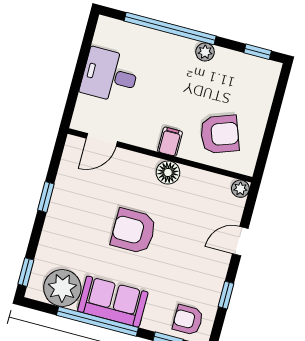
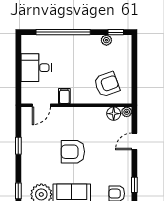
plant: (205, 52) -> (106, 40), moved
filing cabinet: (170, 142) -> (64, 96), moved
floor lamp: (168, 173) -> (114, 114), moved
window: (226, 295) -> (134, 185), moved

